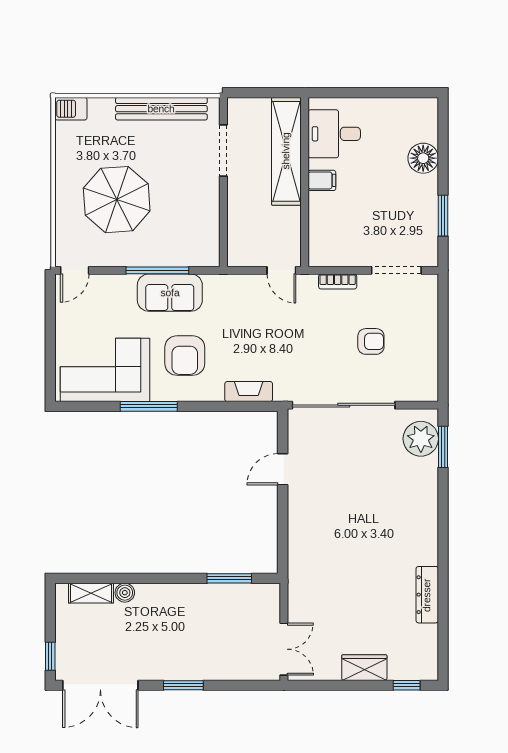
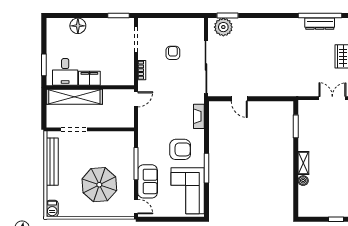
window: (348, 93) -> (44, 65), added
filing cabinet: (322, 180) -> (89, 78), width x2.00
window: (443, 216) -> (119, 16), moved
sofa: (170, 293) -> (148, 181), moved
shelving: (91, 593) -> (303, 163), moved
dresser: (427, 595) -> (320, 24), moved
window: (443, 625) -> (320, 16), added

